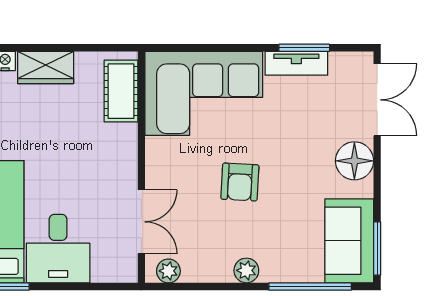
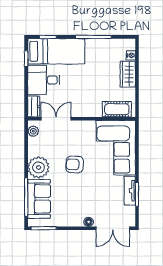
floor lamp: (354, 161) -> (89, 222), width x0.53, depth x0.53
double door: (141, 222) -> (56, 119), swing flipped
sofa: (349, 241) -> (39, 199), moved, turned 90
dresser: (115, 270) -> (34, 106), added
plant: (246, 270) -> (39, 167), width x1.88, depth x1.88

